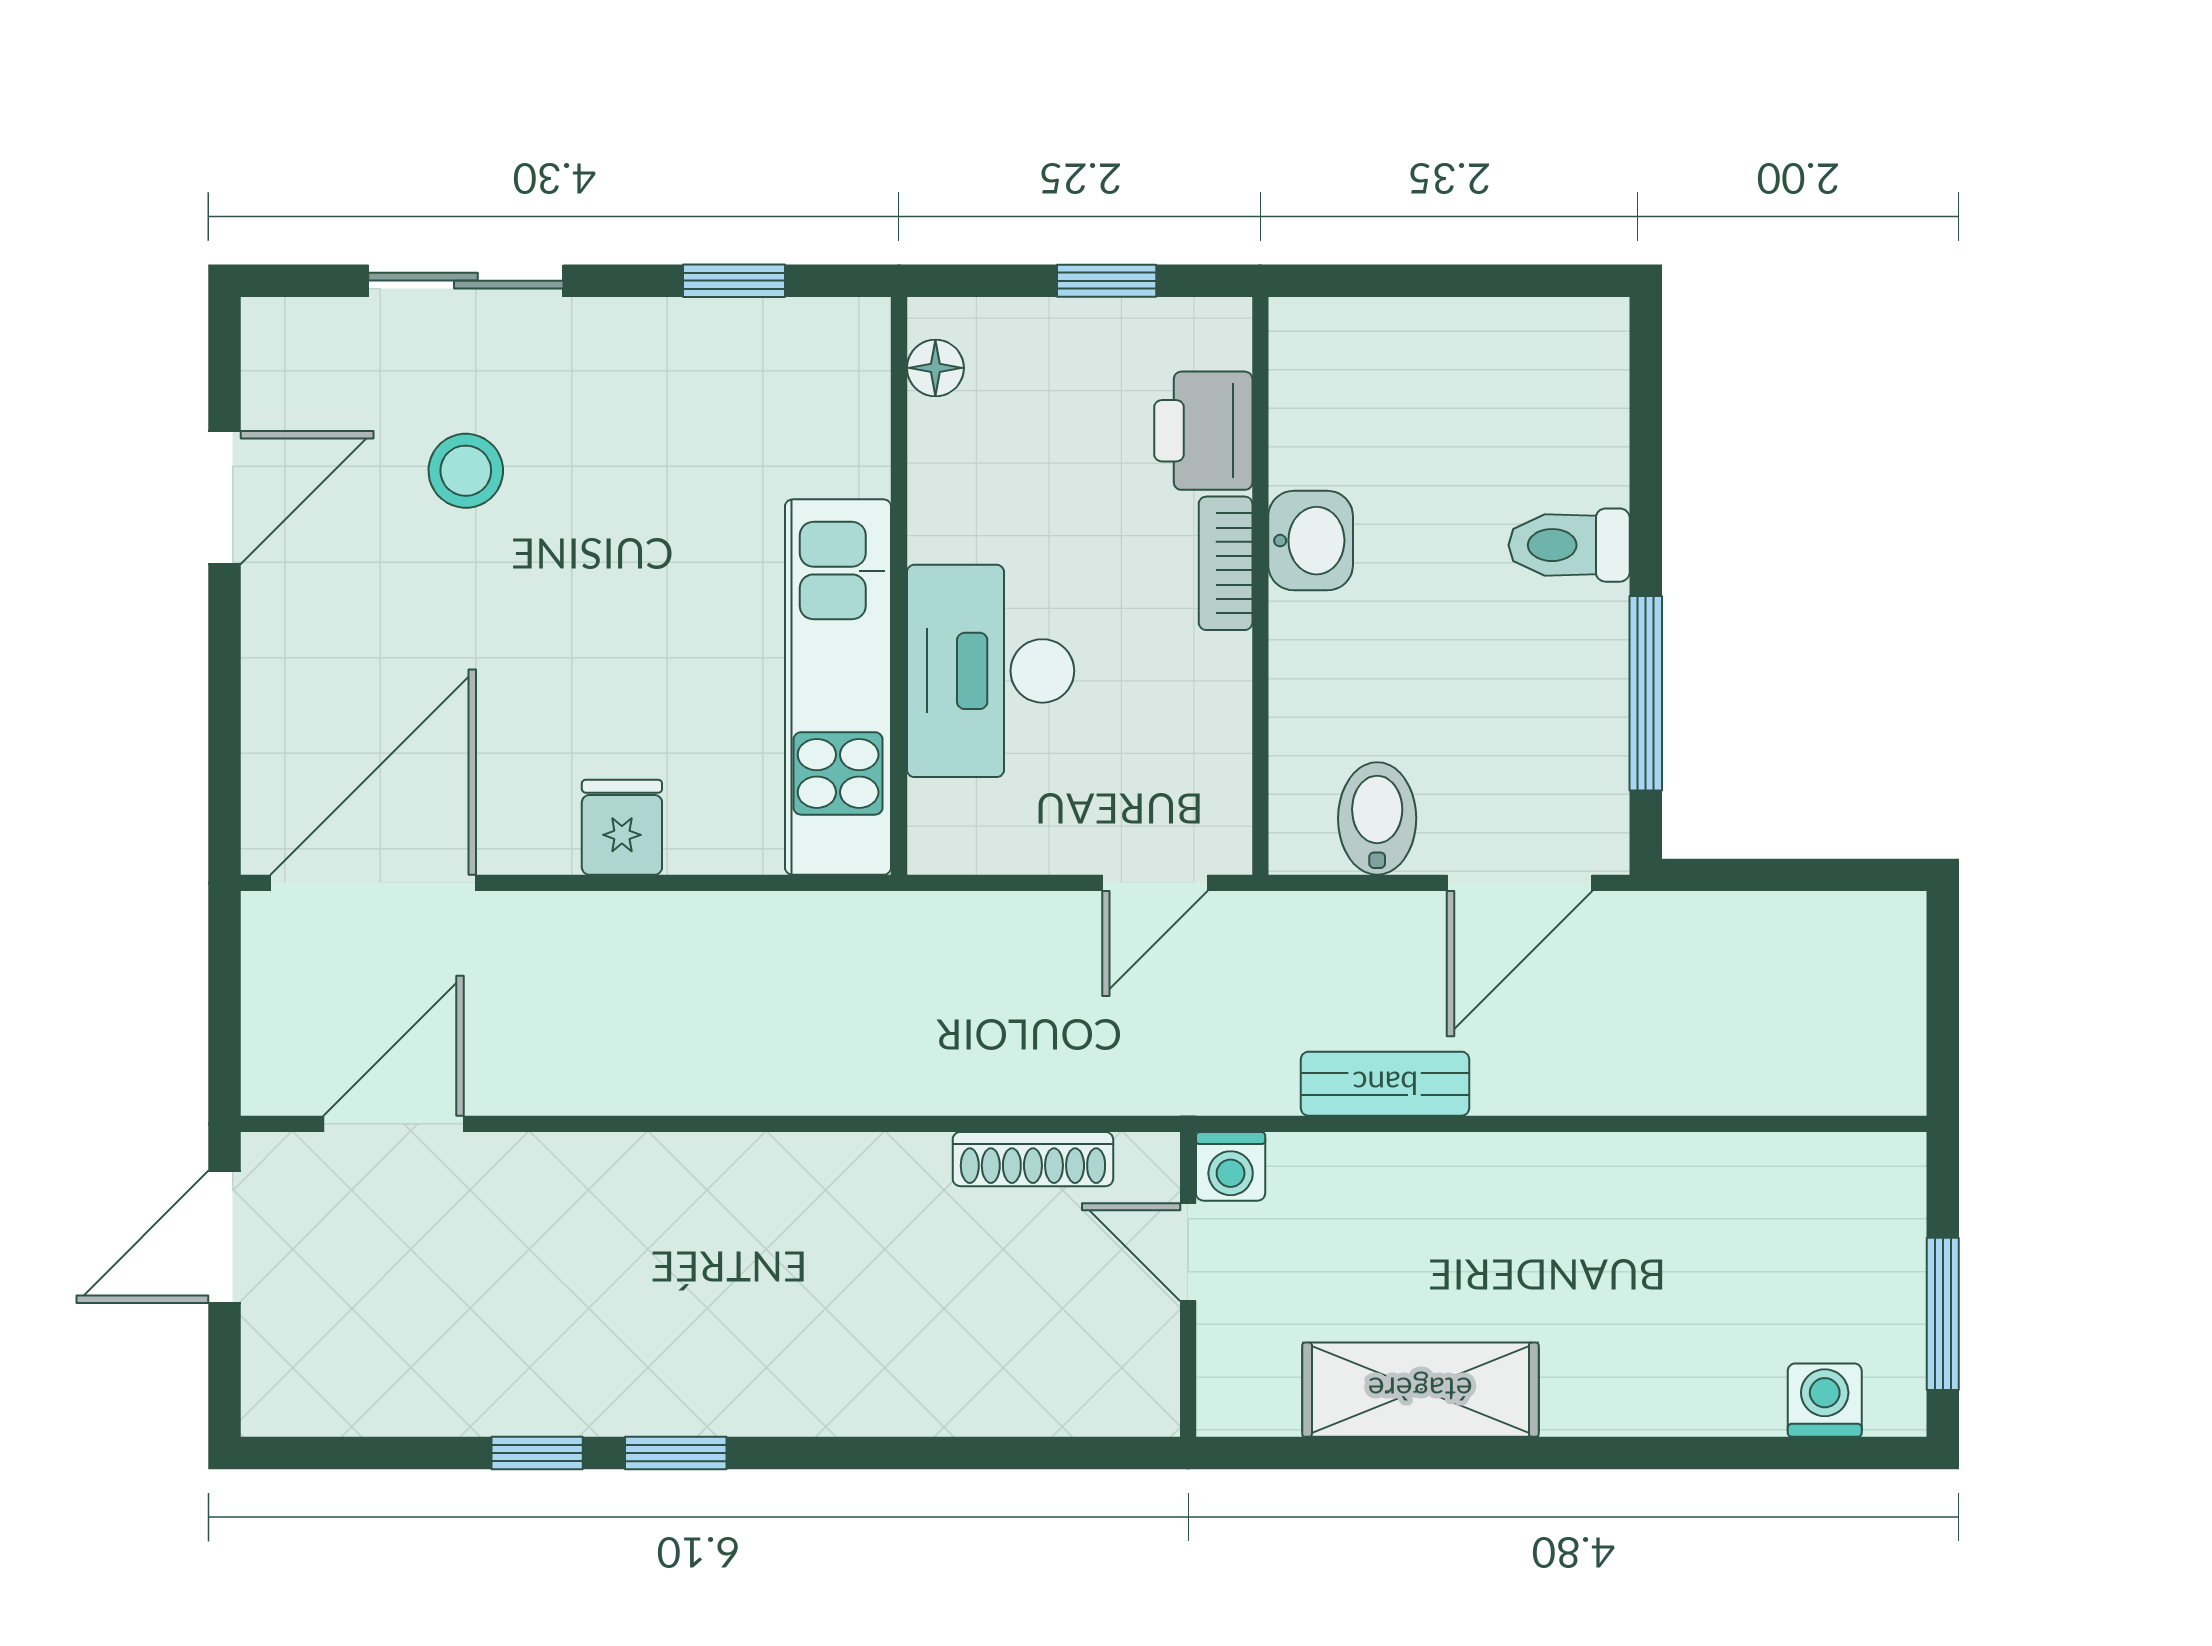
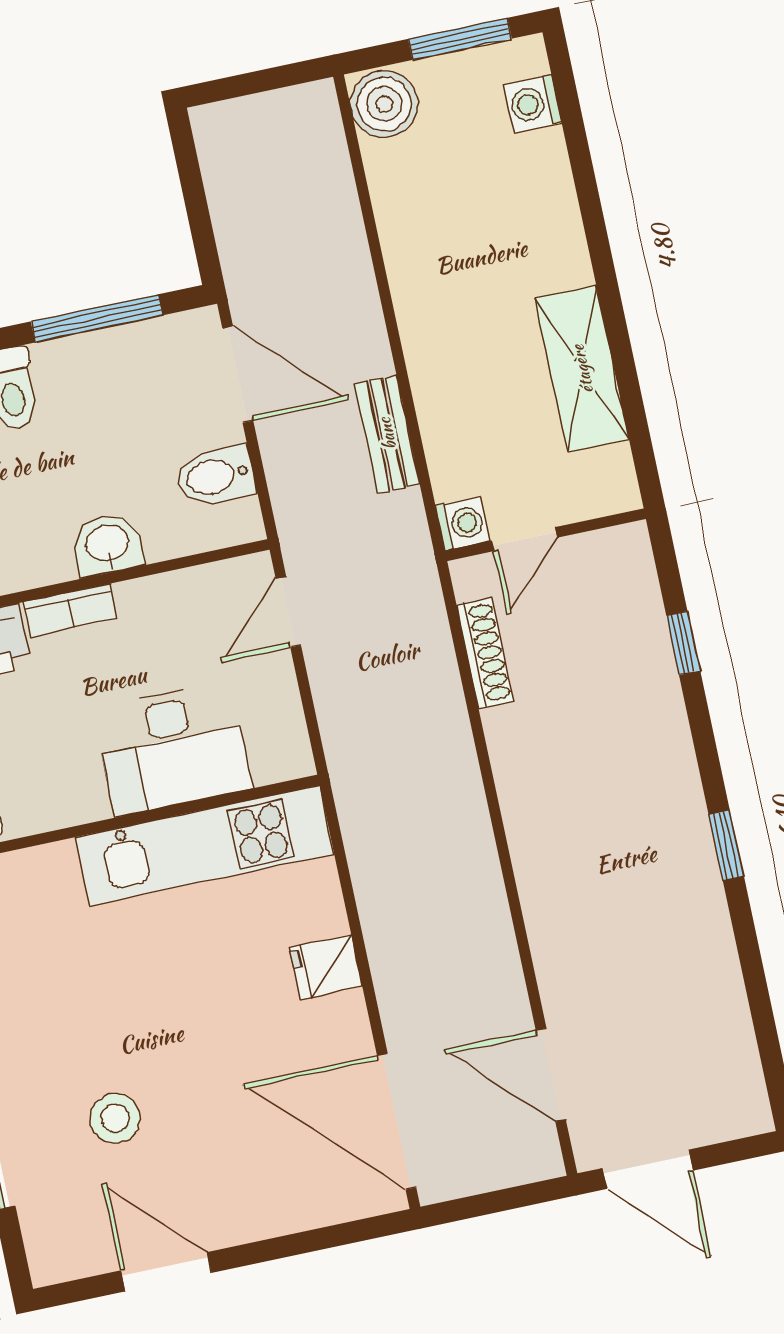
washbasin: (1311, 541) -> (107, 544), moved
door: (1155, 883) -> (288, 612), swing flipped
boiler: (1871, 1182) -> (384, 104), added
window: (537, 1453) -> (683, 643), moved

